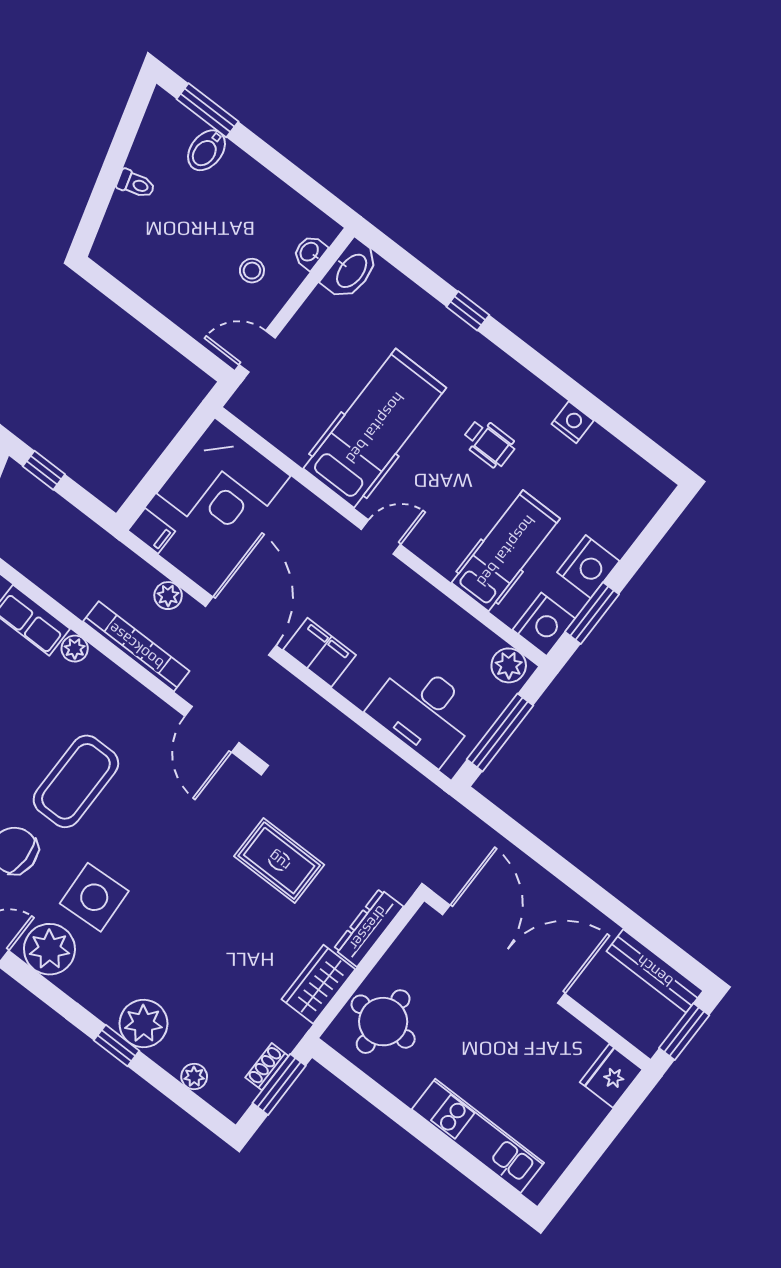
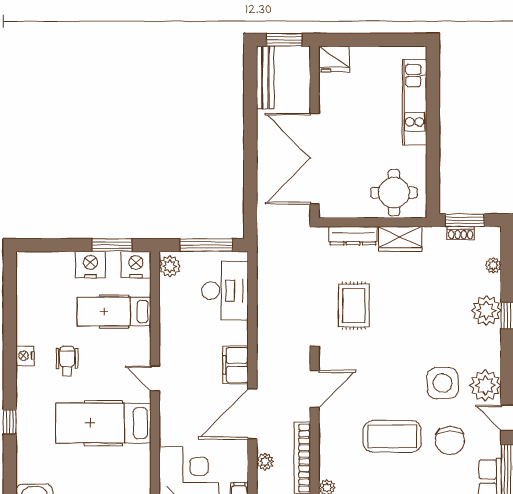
nightstand: (573, 422) -> (25, 356), moved

